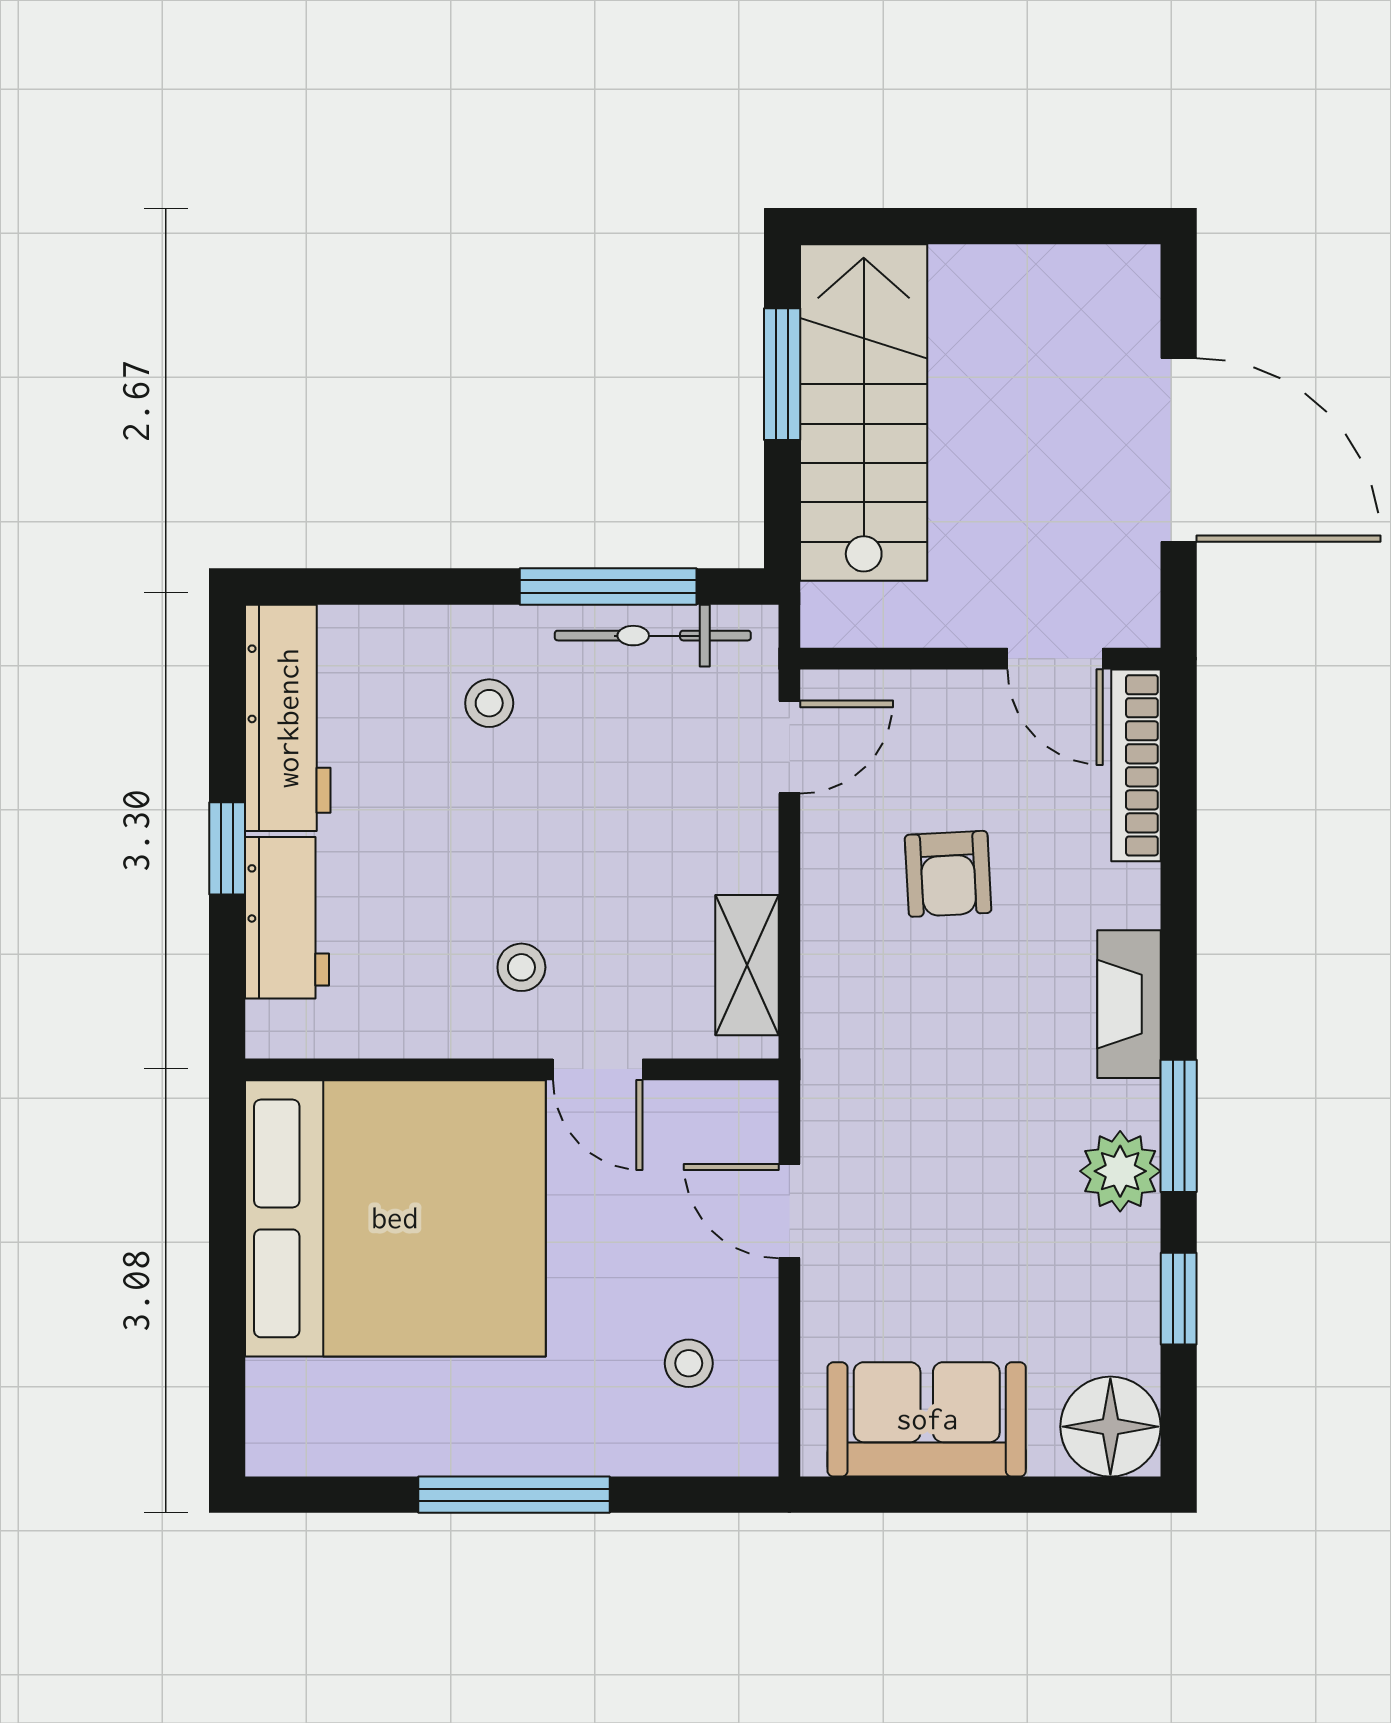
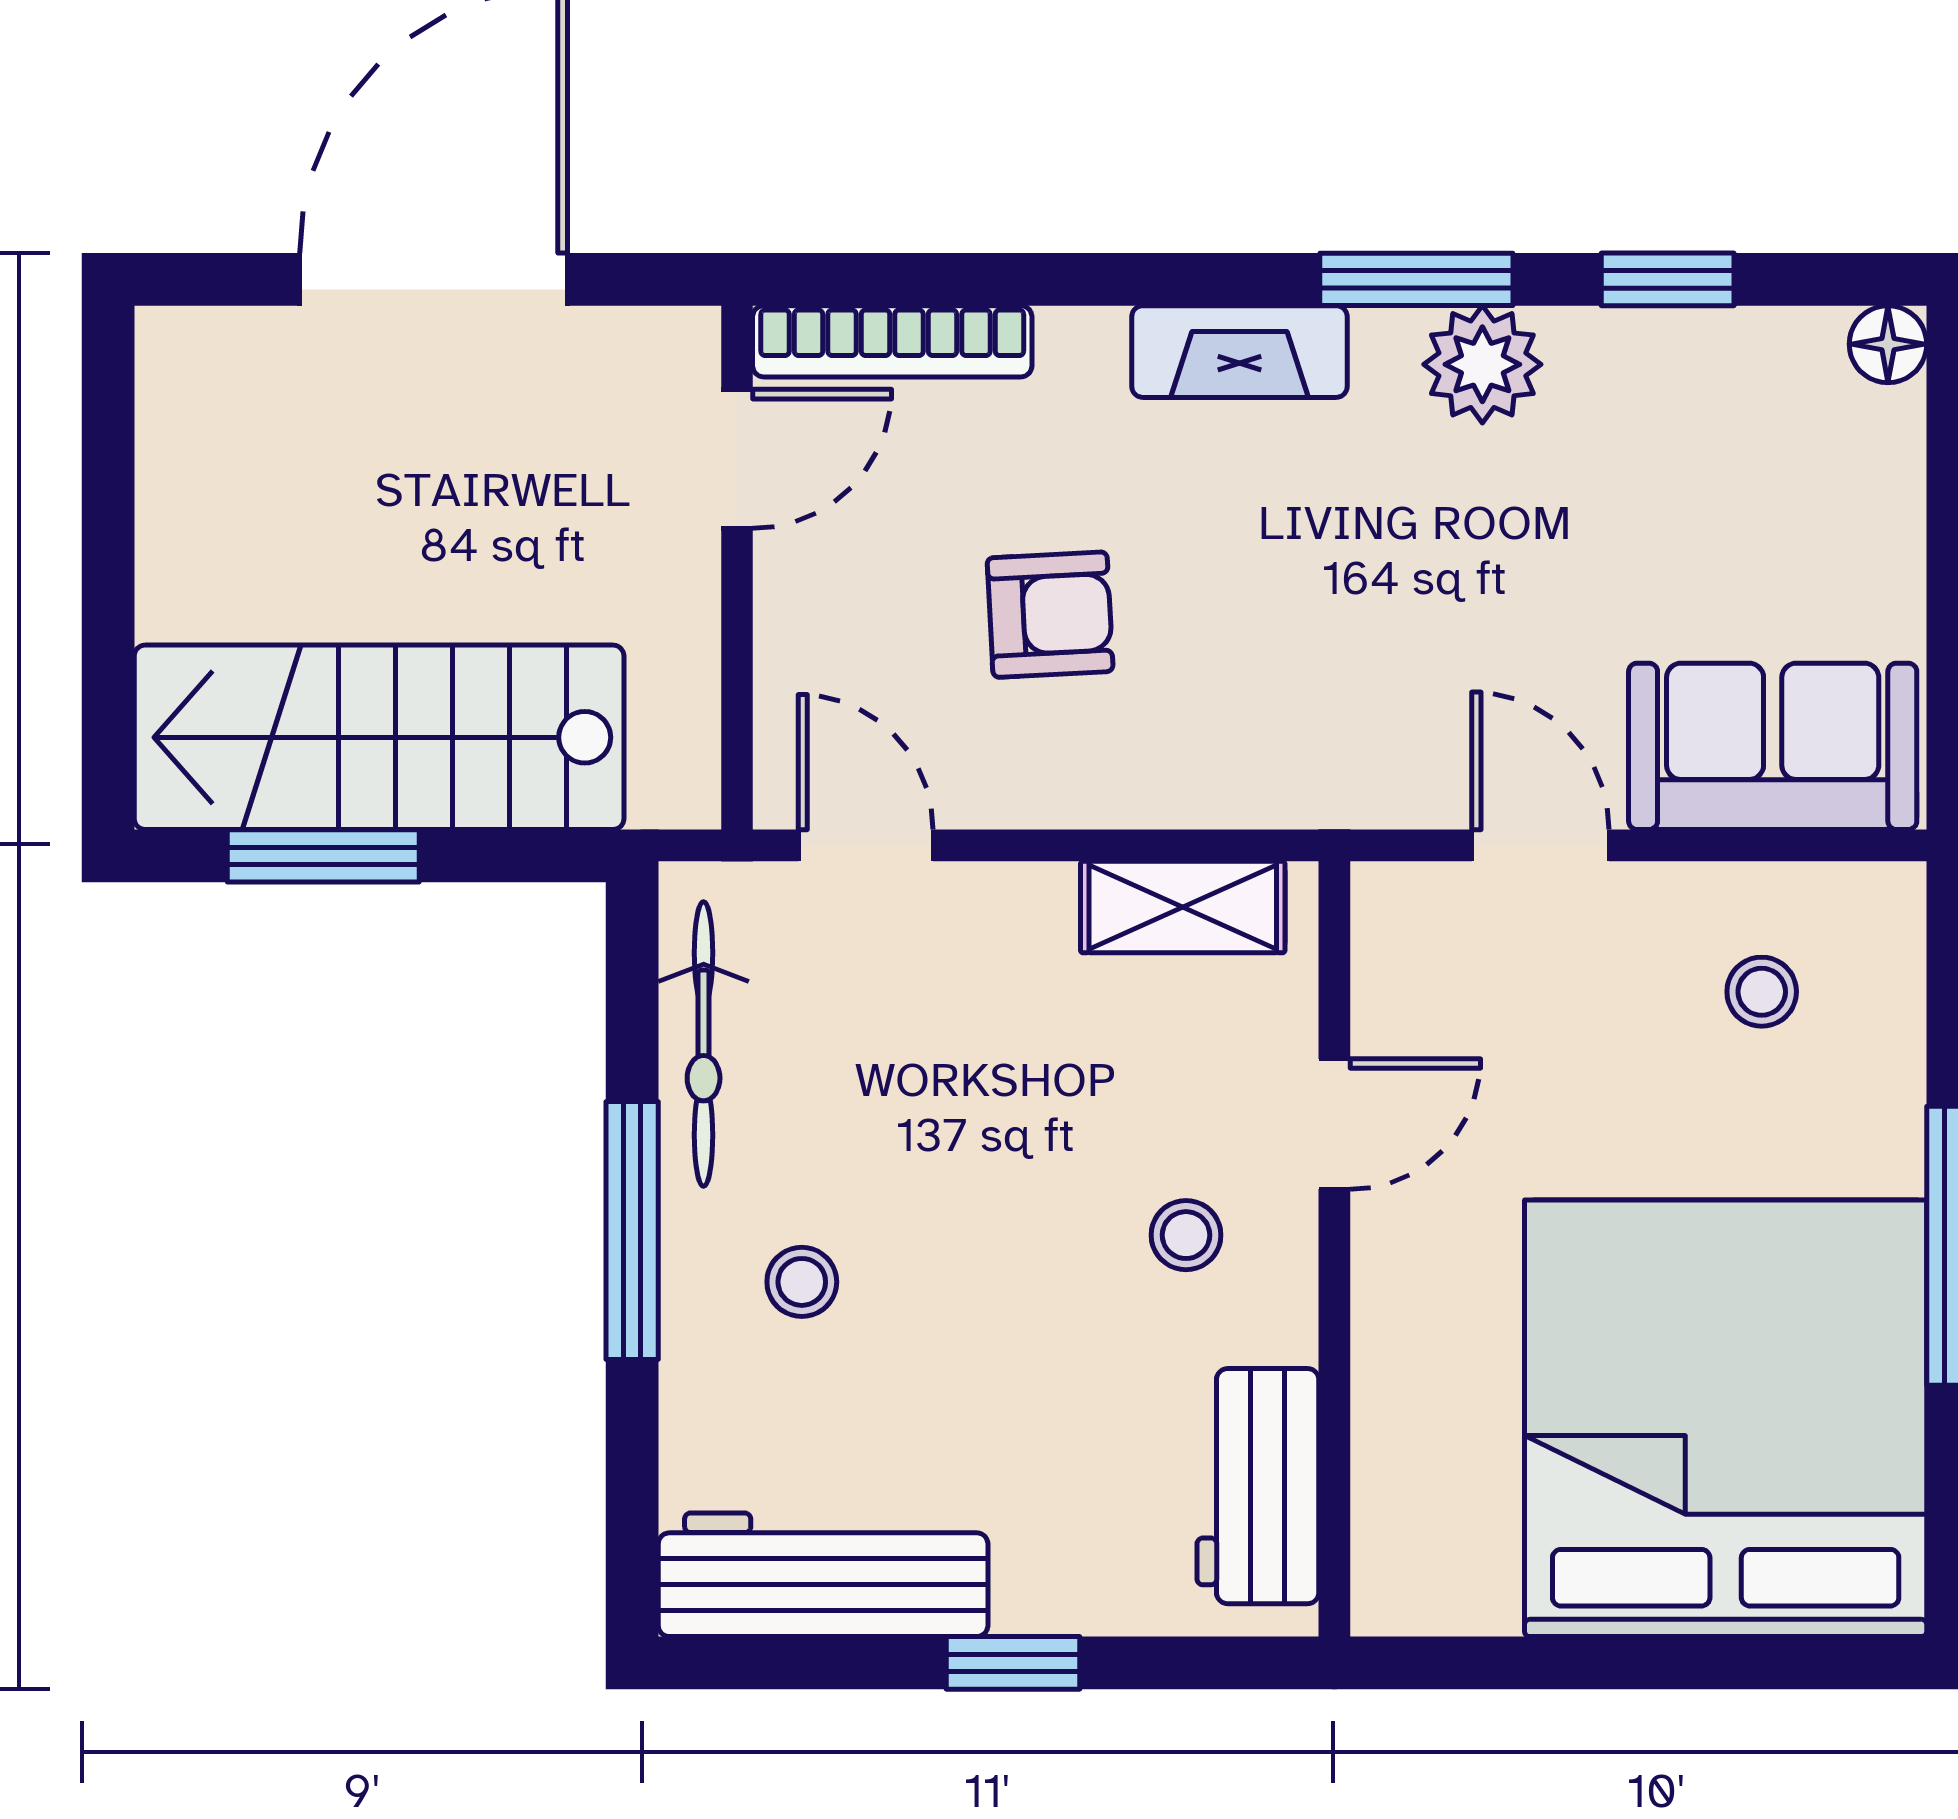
window: (608, 587) -> (632, 1230), moved
workbench: (287, 918) -> (1258, 1486), moved, turned -90
door: (789, 1211) -> (1540, 845), swing flipped
bed: (395, 1218) -> (1726, 1418), moved
sofa: (927, 1419) -> (1773, 746), moved, turned 90
floor lamp: (1110, 1427) -> (1888, 344), width x0.53, depth x0.53

